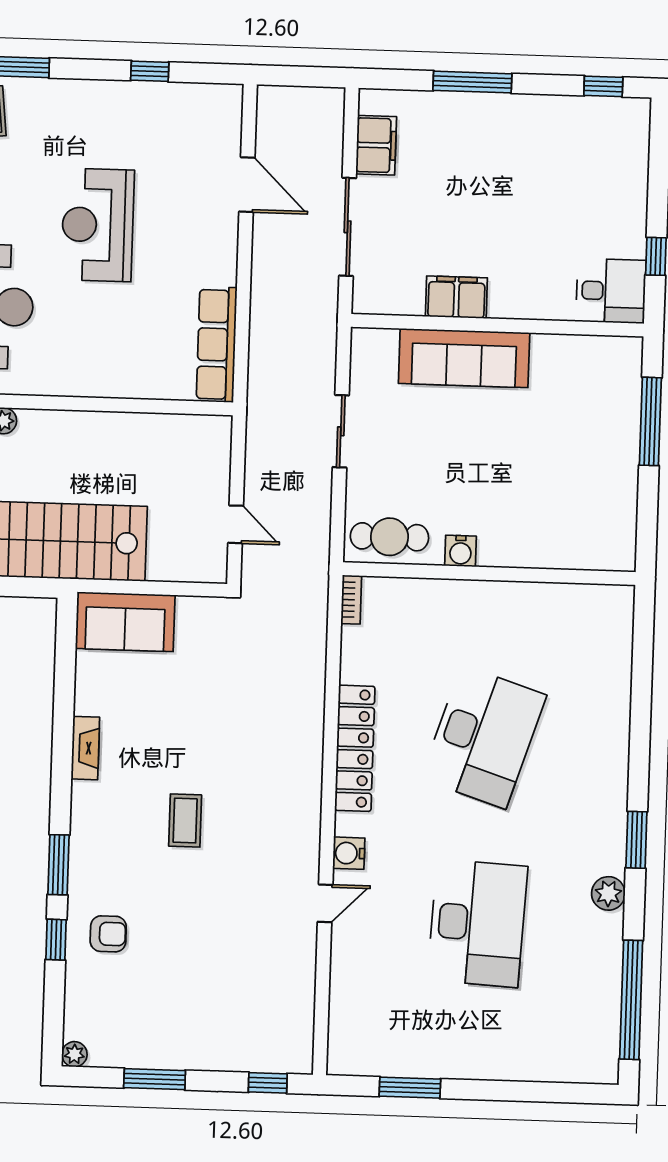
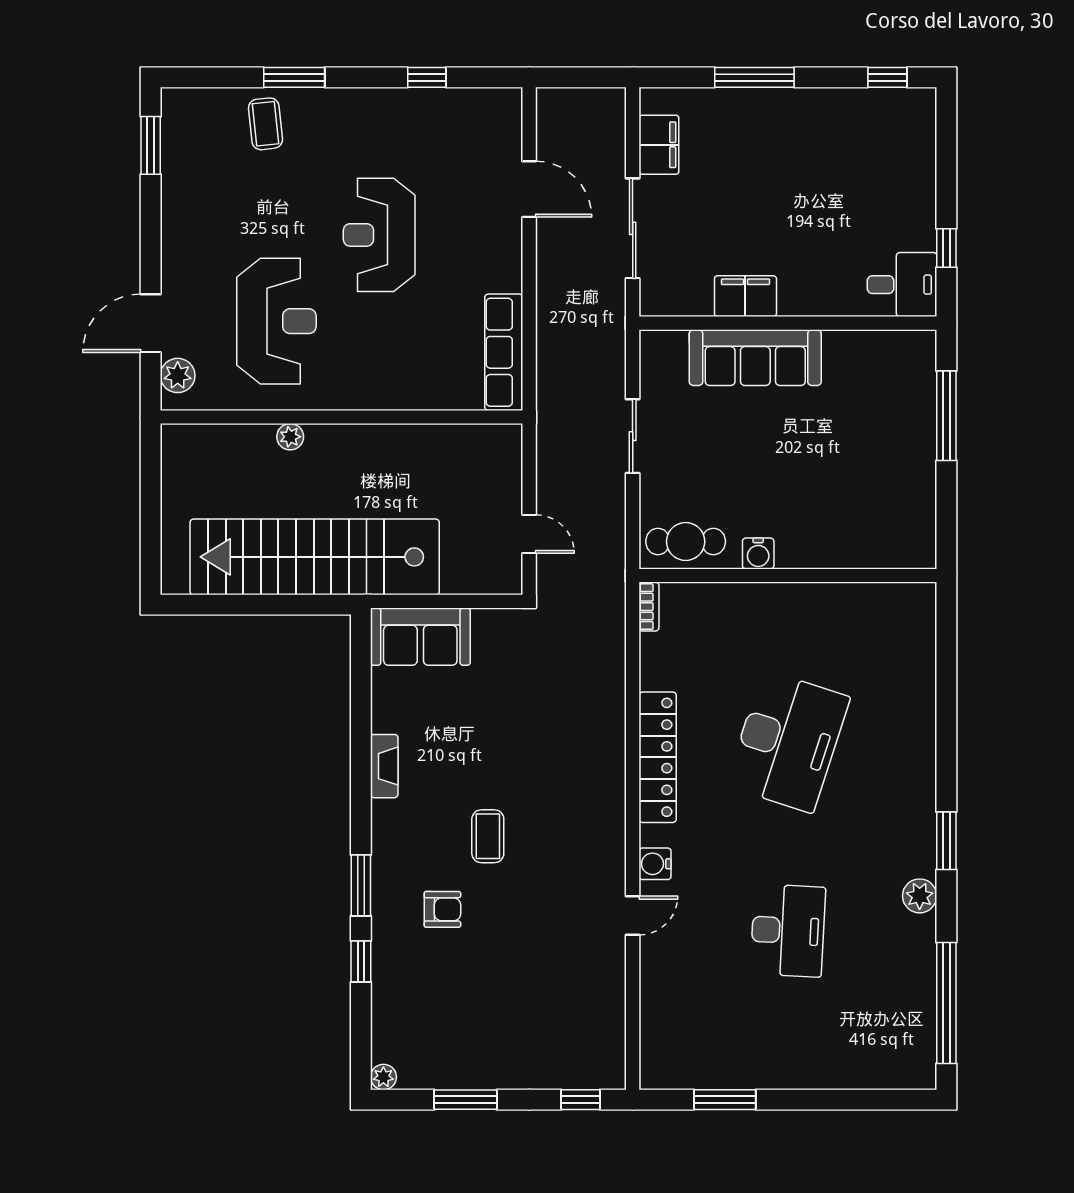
desk: (477, 923) -> (788, 931), width x0.73, depth x0.77
armchair: (108, 934) -> (442, 909), moved

